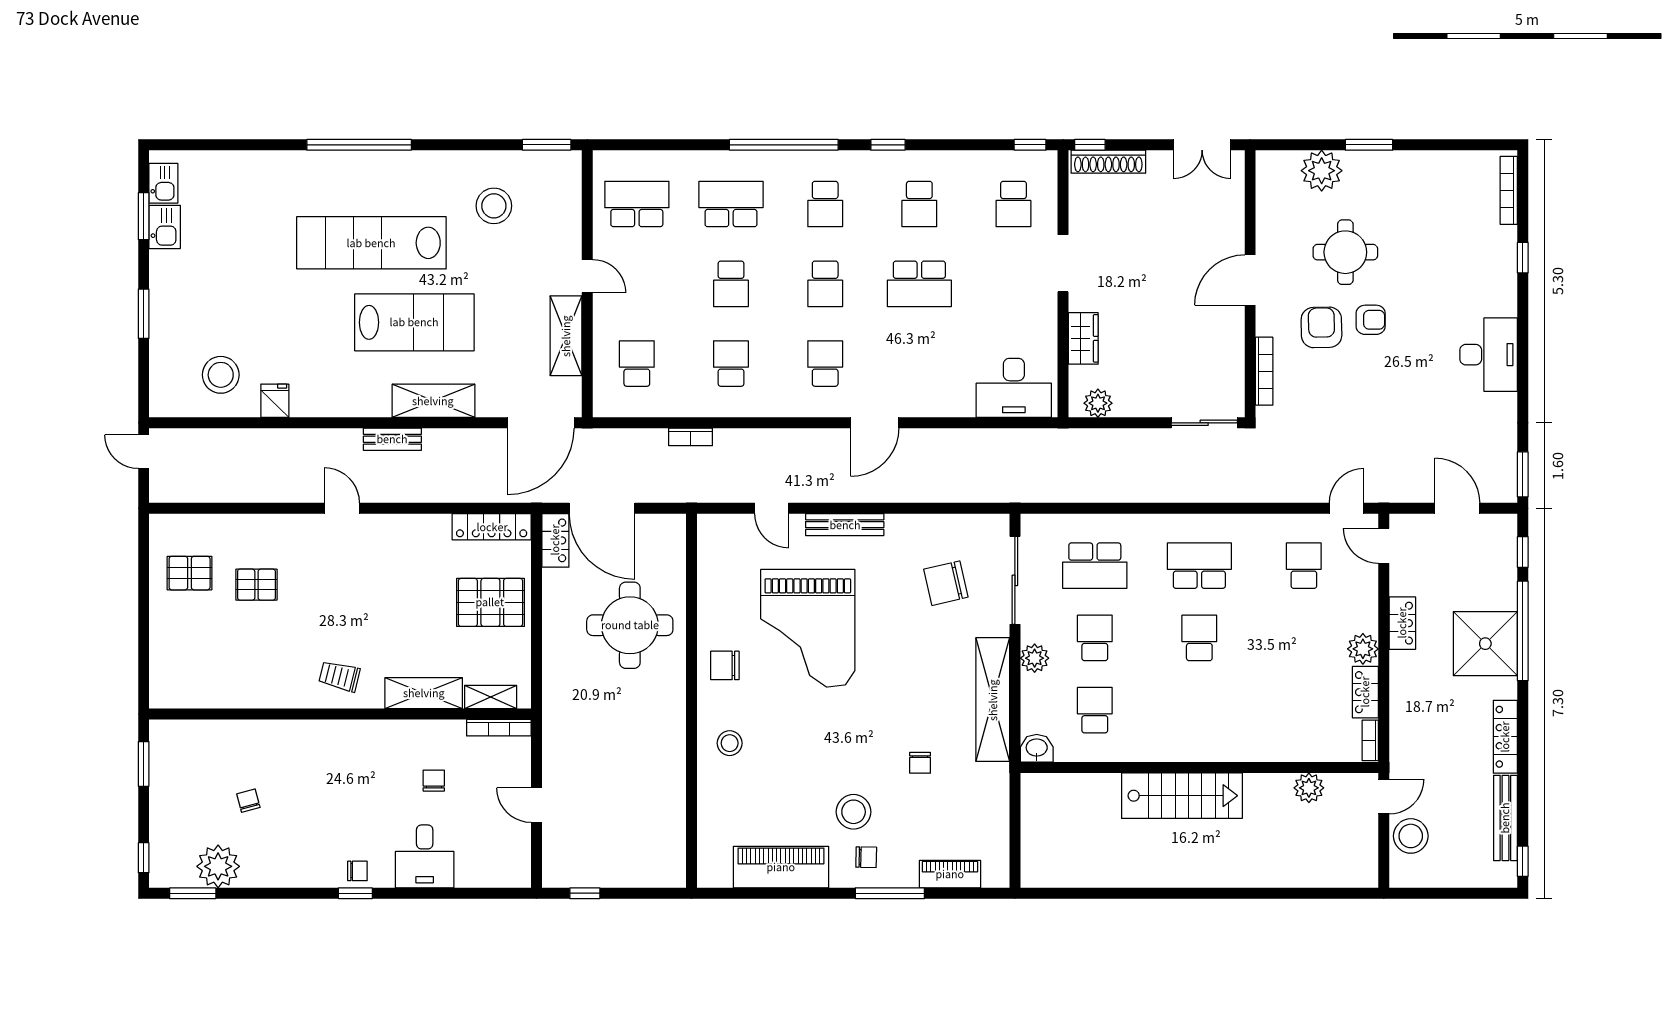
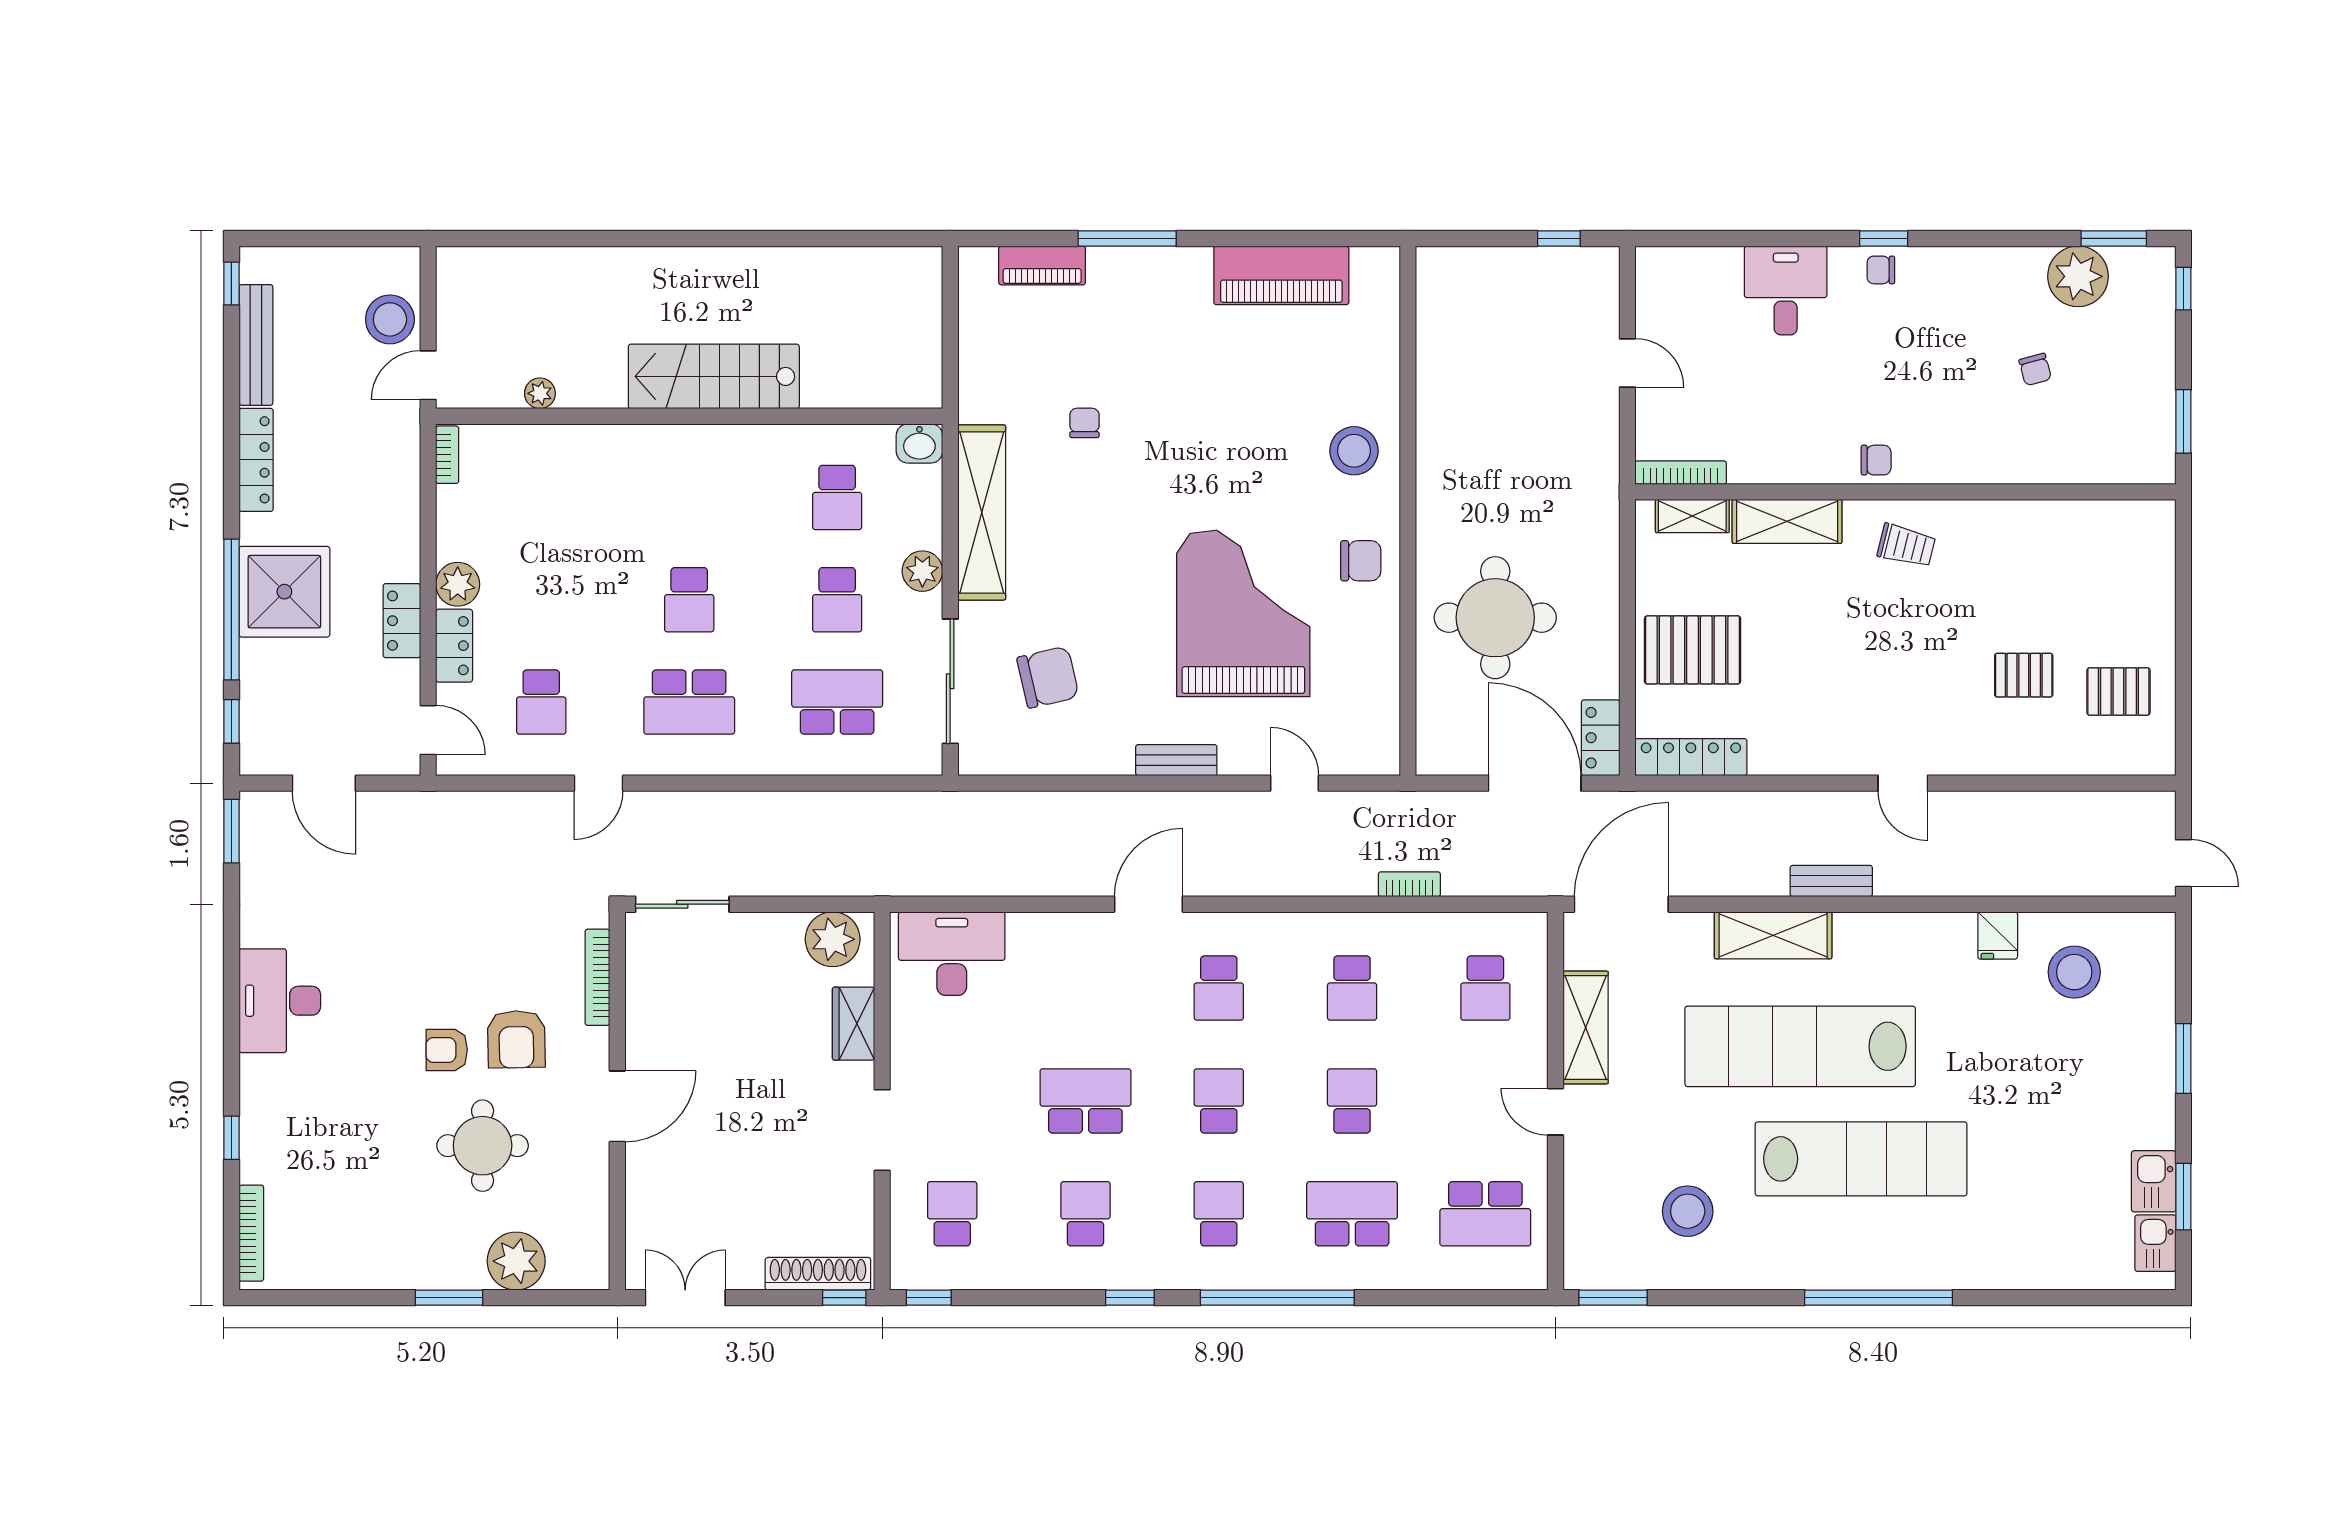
school desk: (731, 204) -> (1352, 1214), turned 180
lab bench: (414, 322) -> (1800, 1046), width x1.36
plant: (1098, 403) -> (833, 939), width x1.36, depth x1.36
door: (1347, 508) -> (599, 783), moved
bench: (845, 525) -> (1176, 760), width x0.73
locker: (1365, 692) -> (454, 646), moved
stool: (730, 743) -> (1354, 451), width x1.38, depth x1.38
chair: (434, 781) -> (1876, 460), moved, turned -90
plant: (1309, 788) -> (540, 393), width x0.73, depth x0.73
stool: (854, 812) -> (1179, 354), removed
chair: (866, 857) -> (1161, 289), removed

